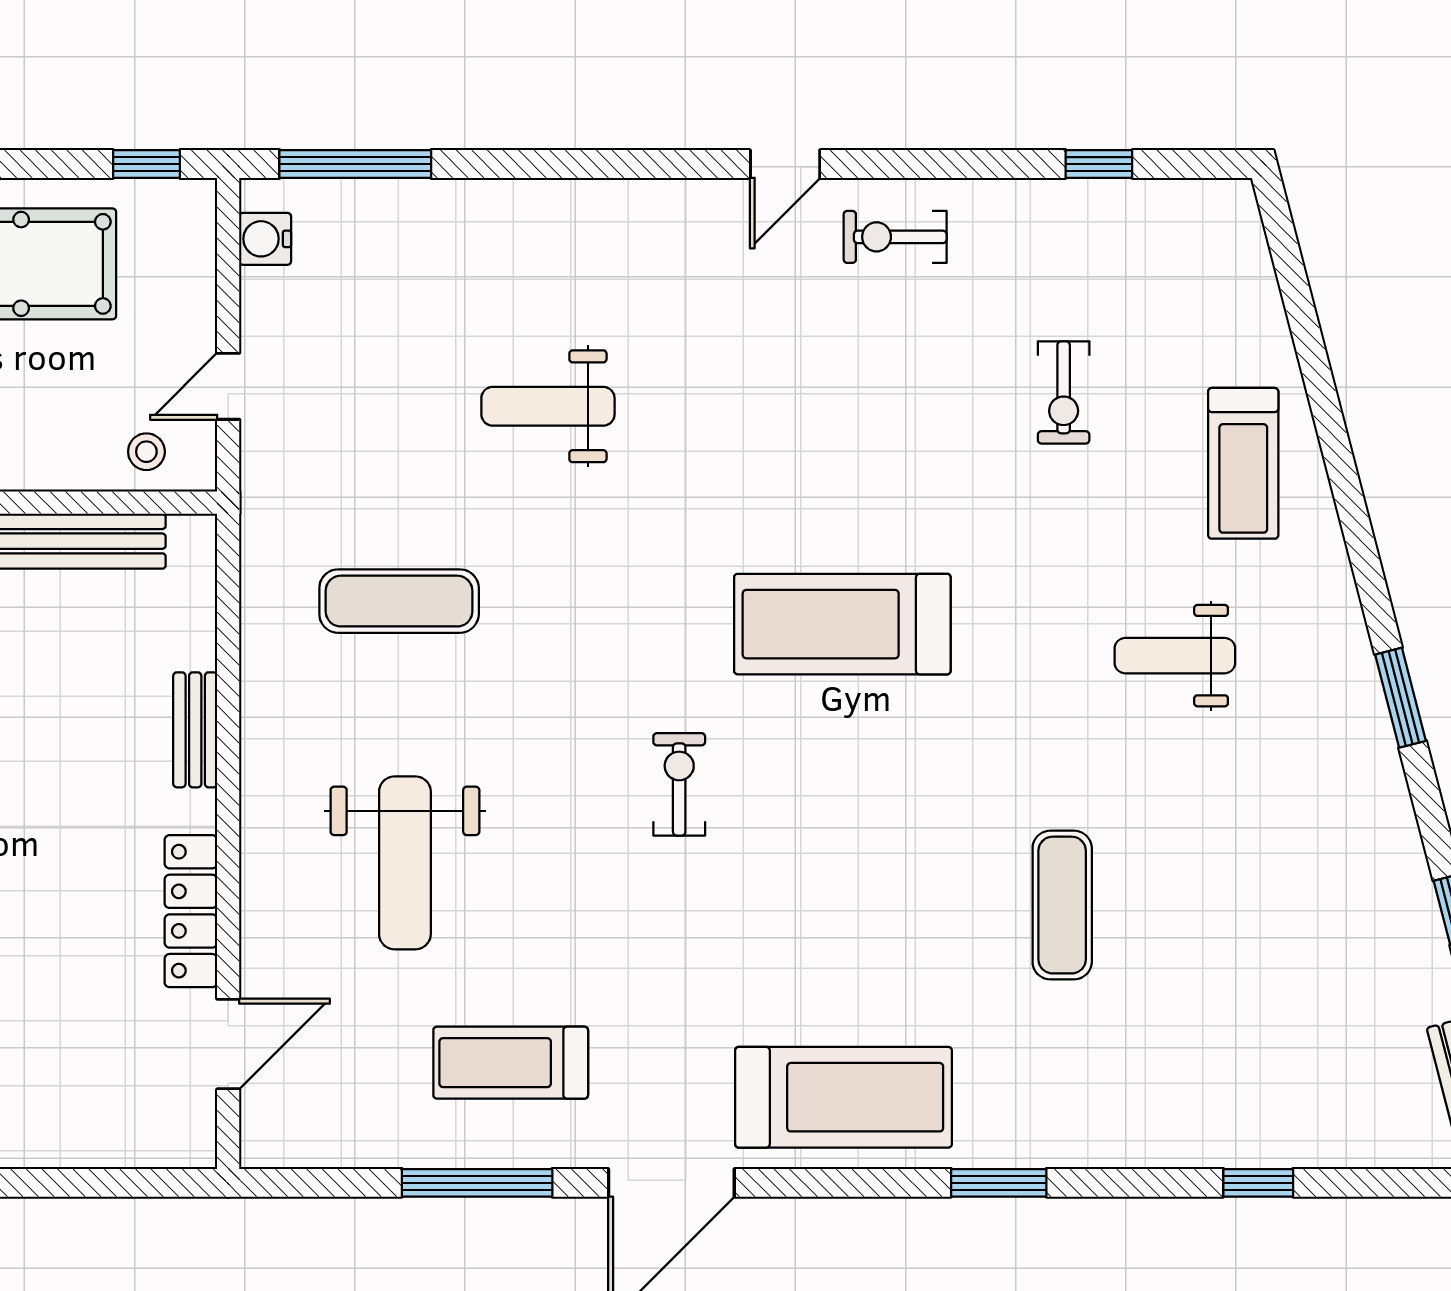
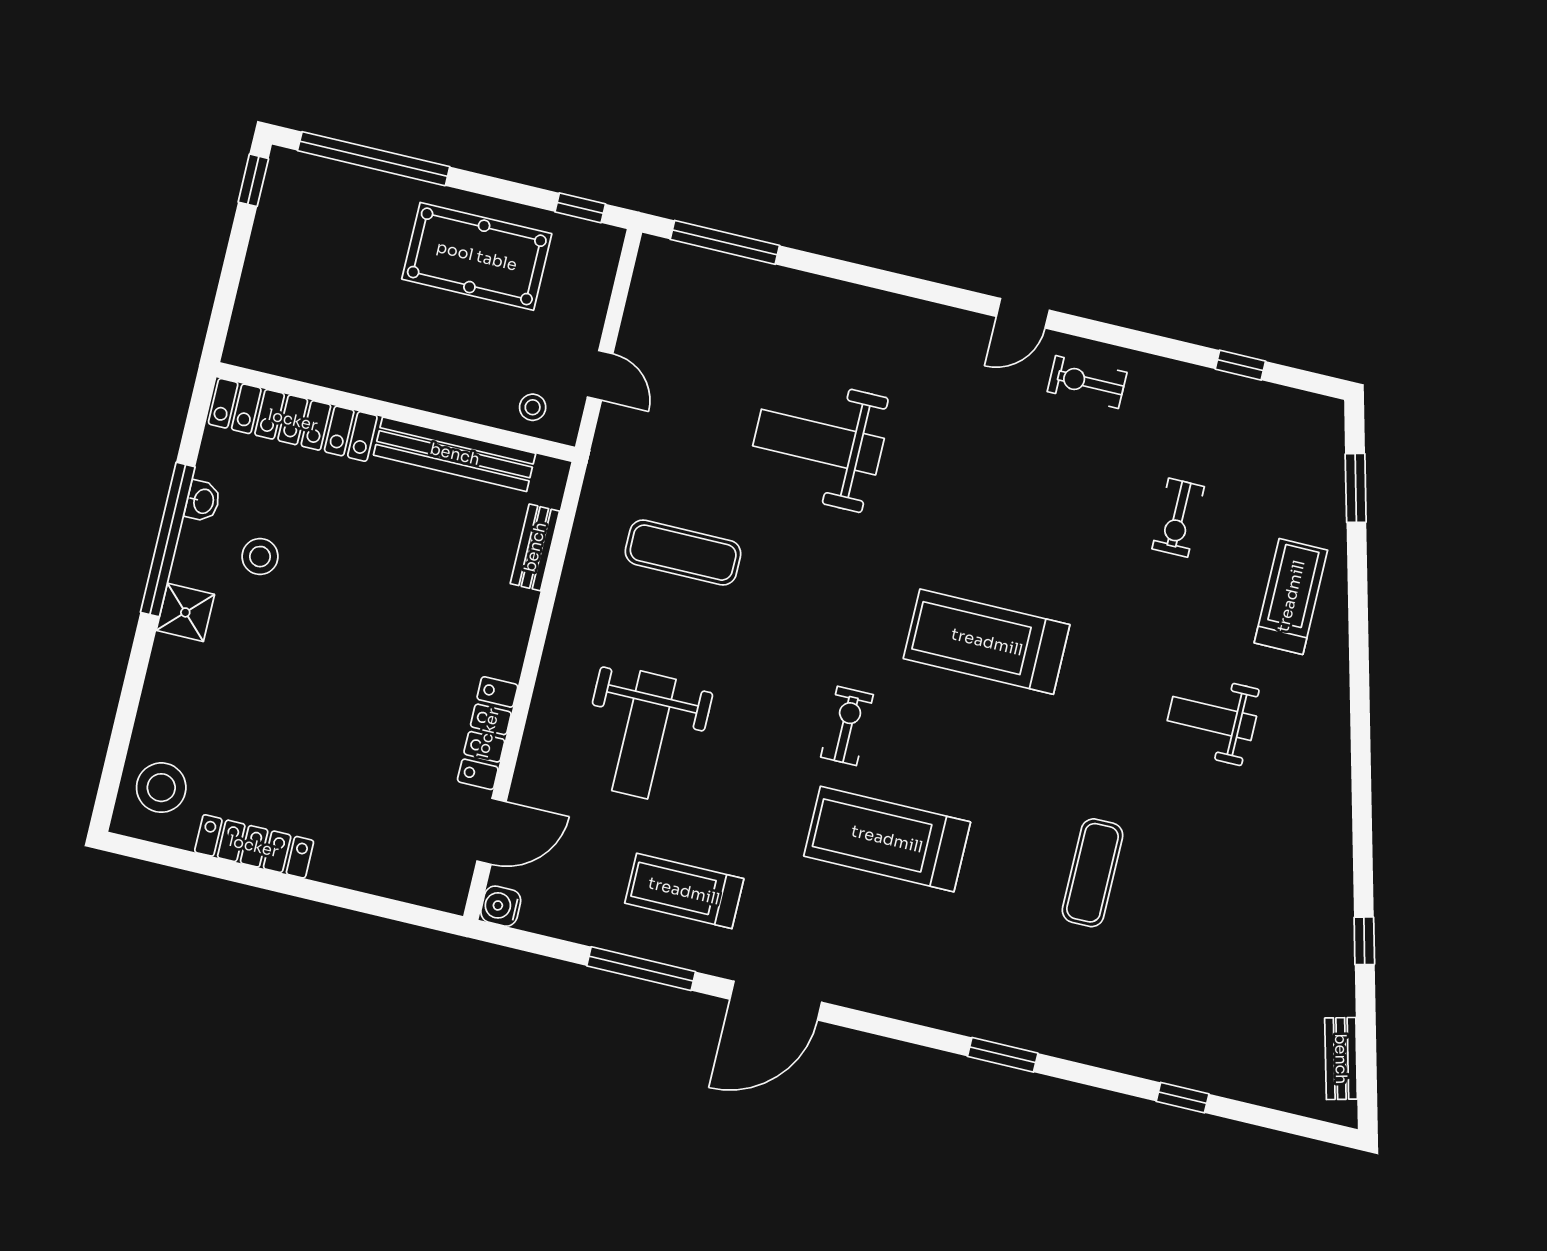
water cooler: (265, 239) -> (501, 906), moved
door: (228, 386) -> (600, 375), swing flipped
weight bench: (548, 406) -> (818, 442), width x1.36, depth x1.33
treadmill: (1243, 463) -> (1291, 596), turned 180
window: (1401, 698) -> (1356, 488), moved
bench: (195, 730) -> (535, 547), moved
treadmill: (844, 1097) -> (887, 839), moved, turned 180

